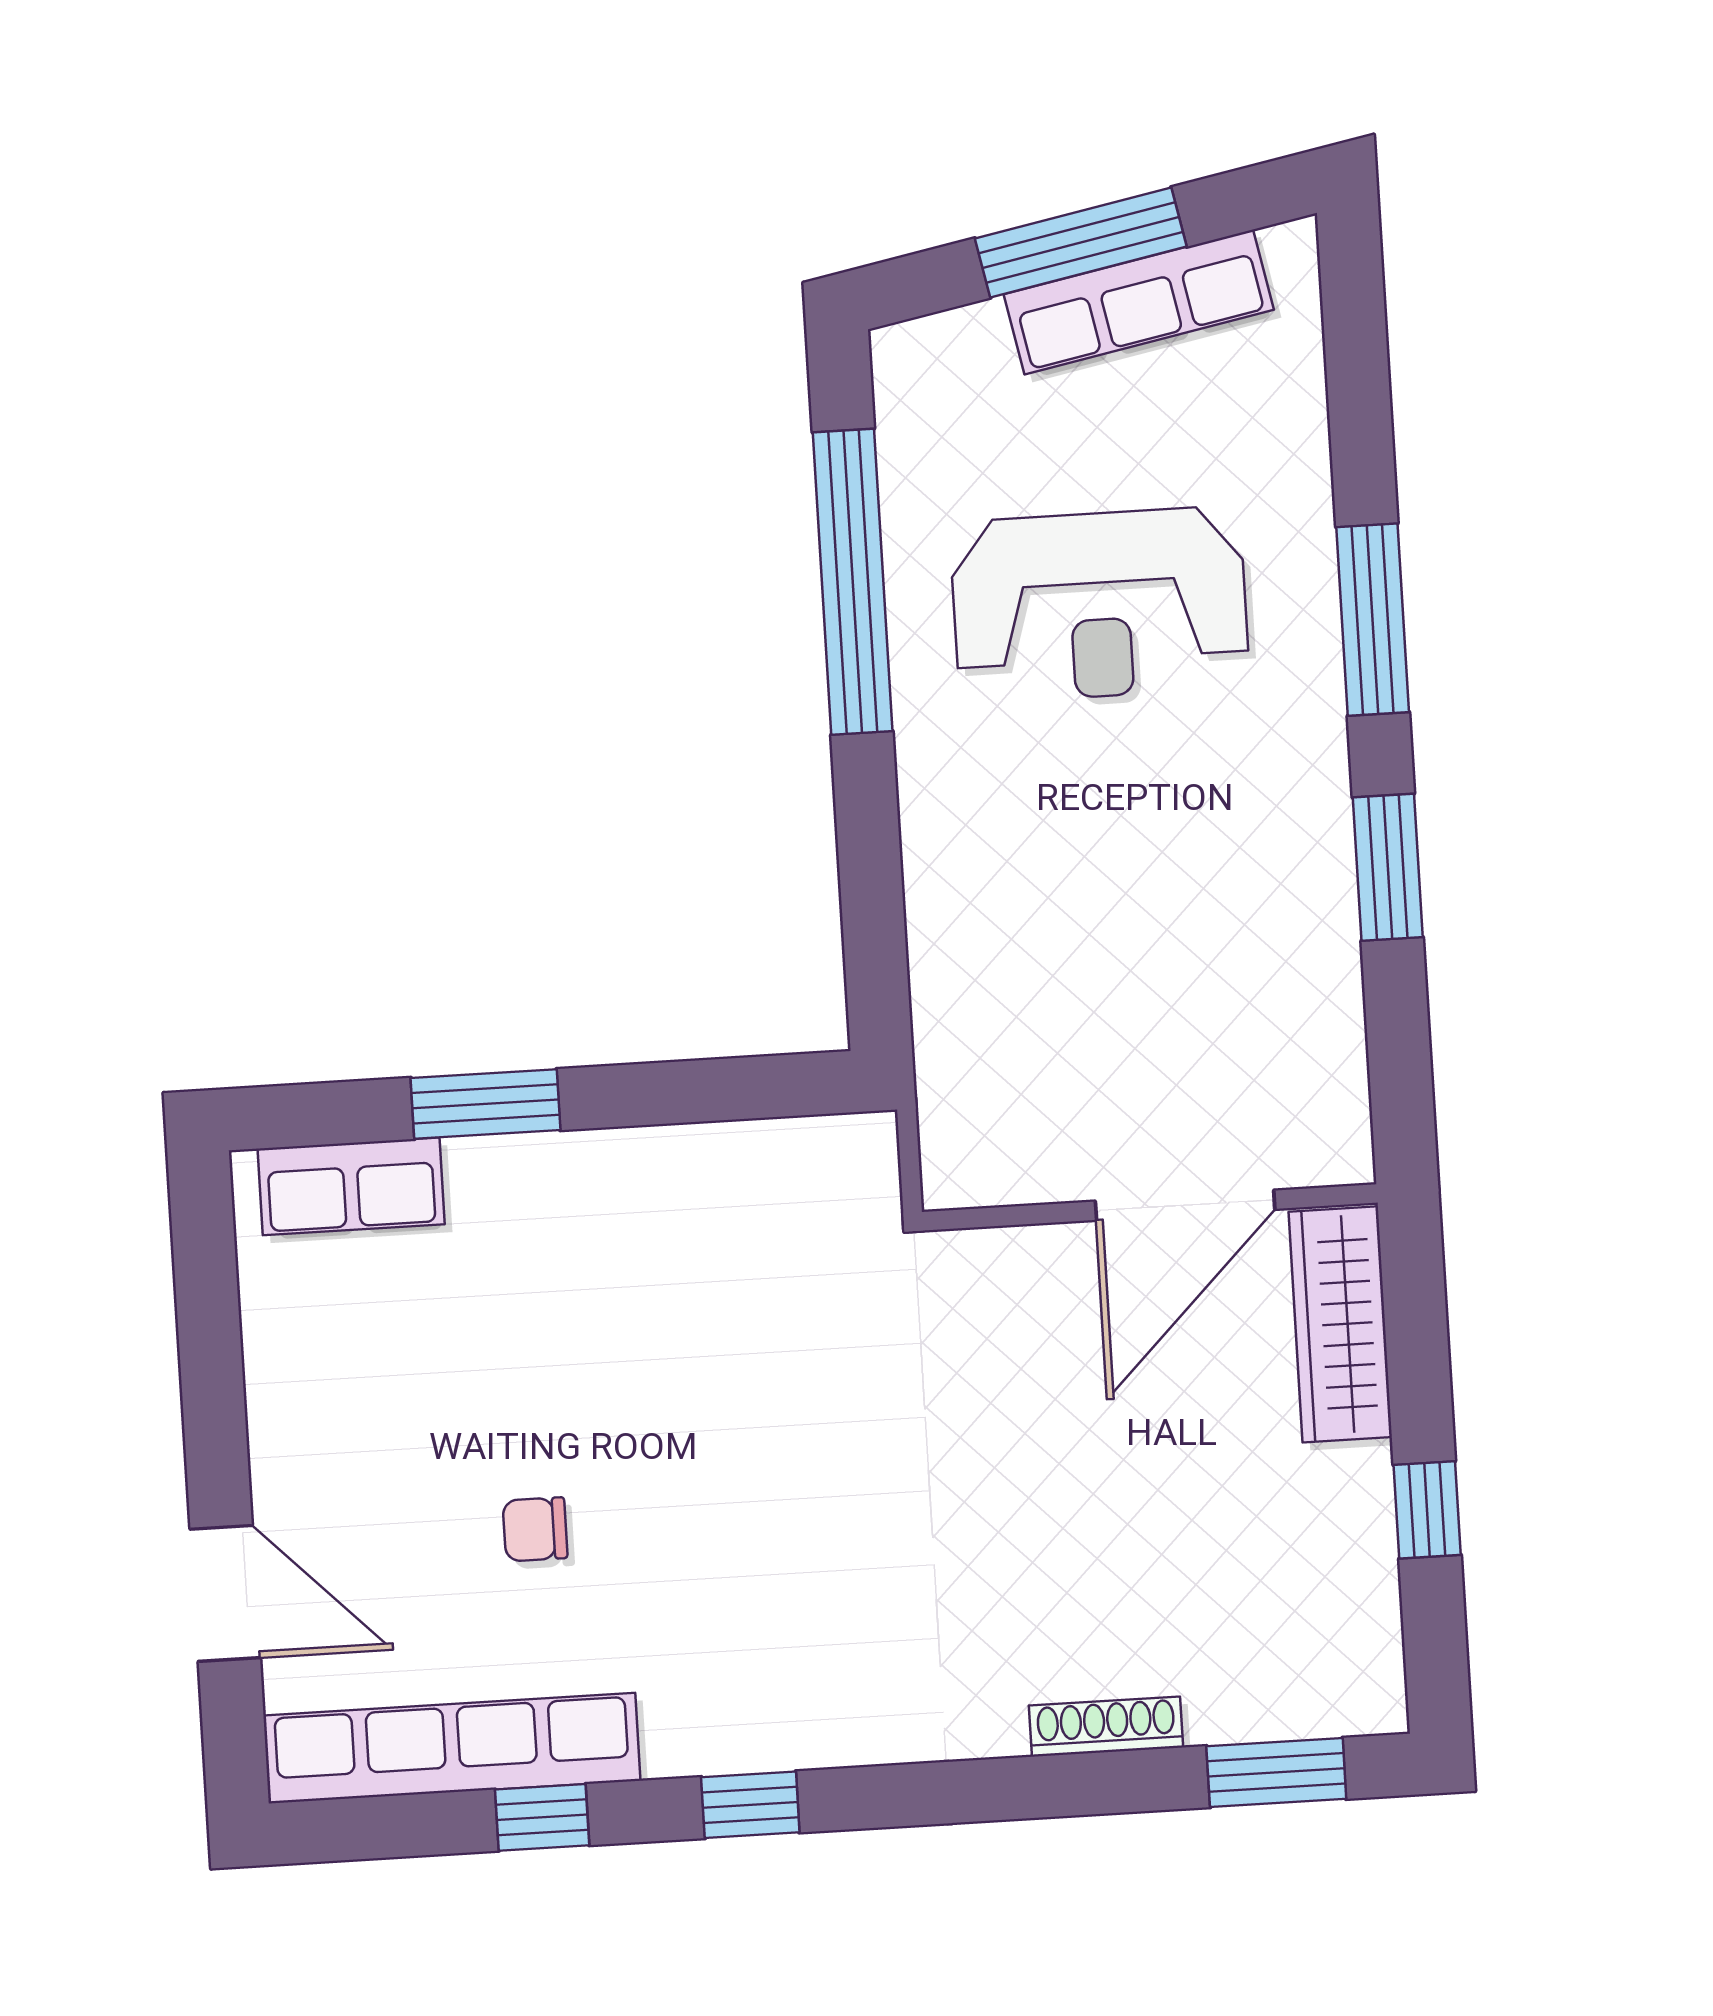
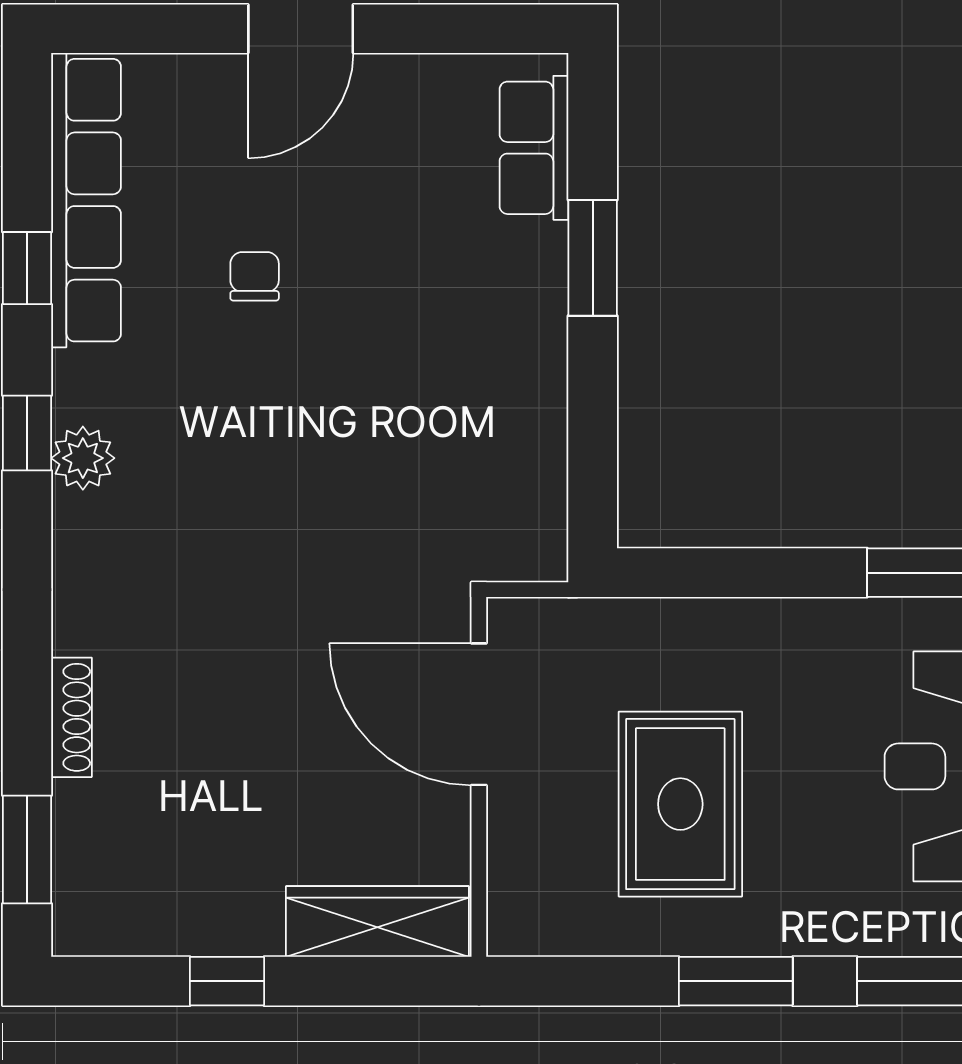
rug: (1169, 951) -> (680, 804), added
door: (1185, 1205) -> (479, 714), moved
door: (225, 1593) -> (301, 29), moved
plant: (778, 1732) -> (83, 458), added

